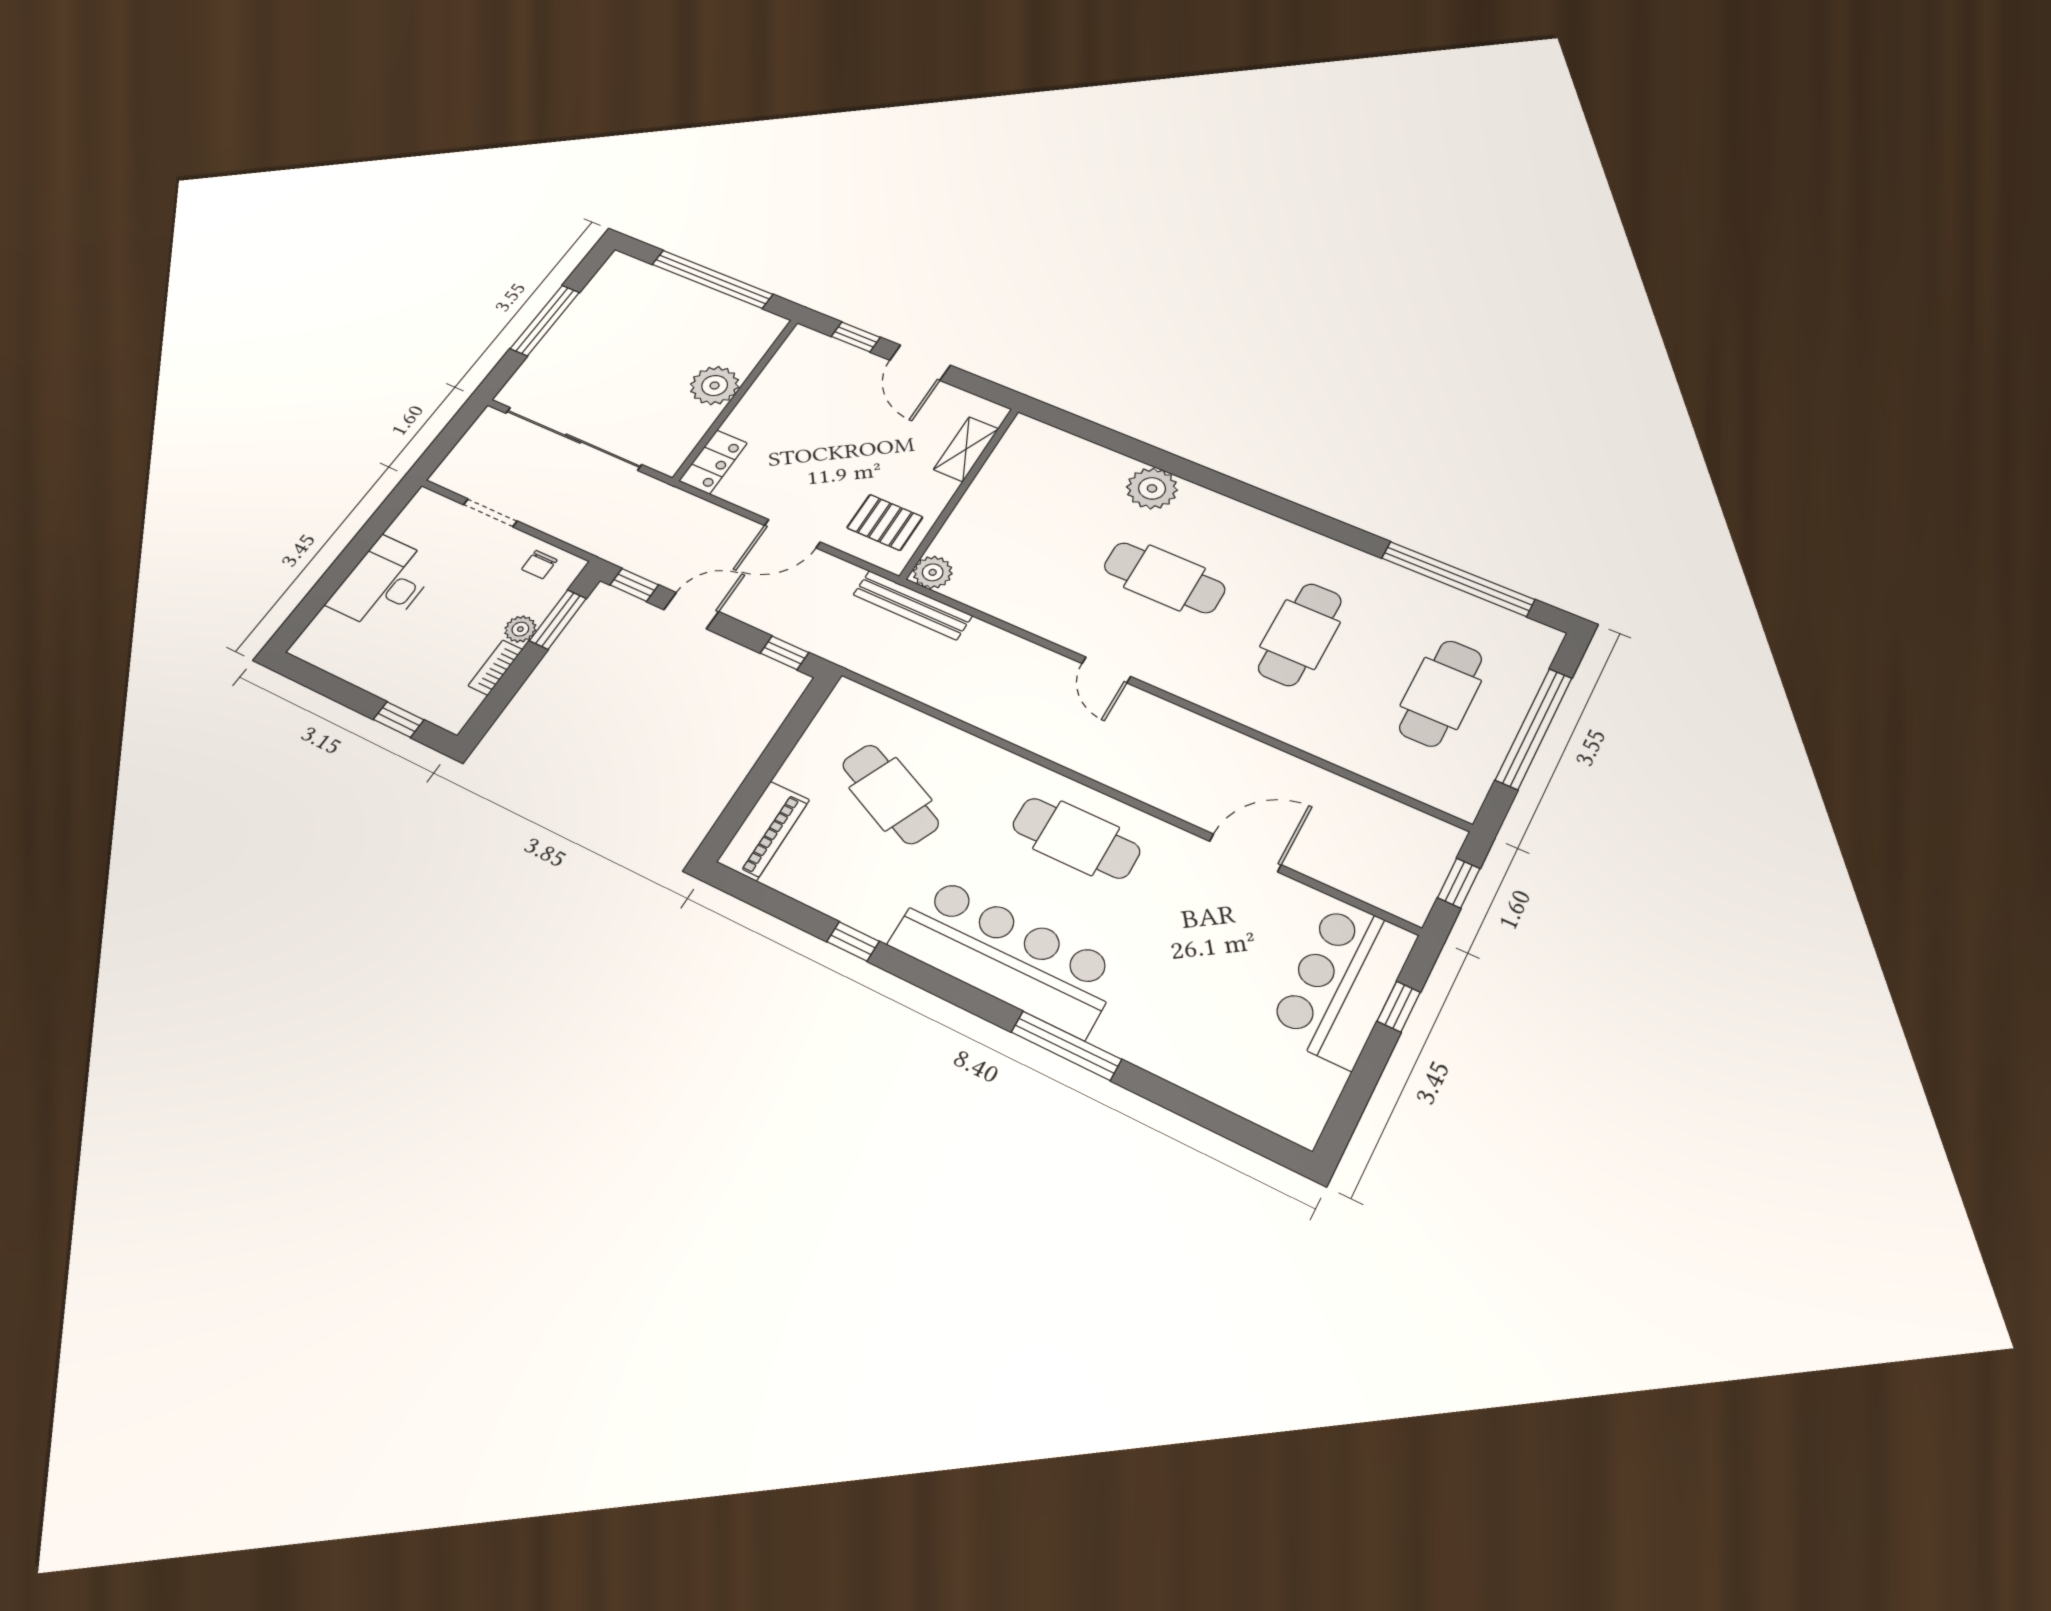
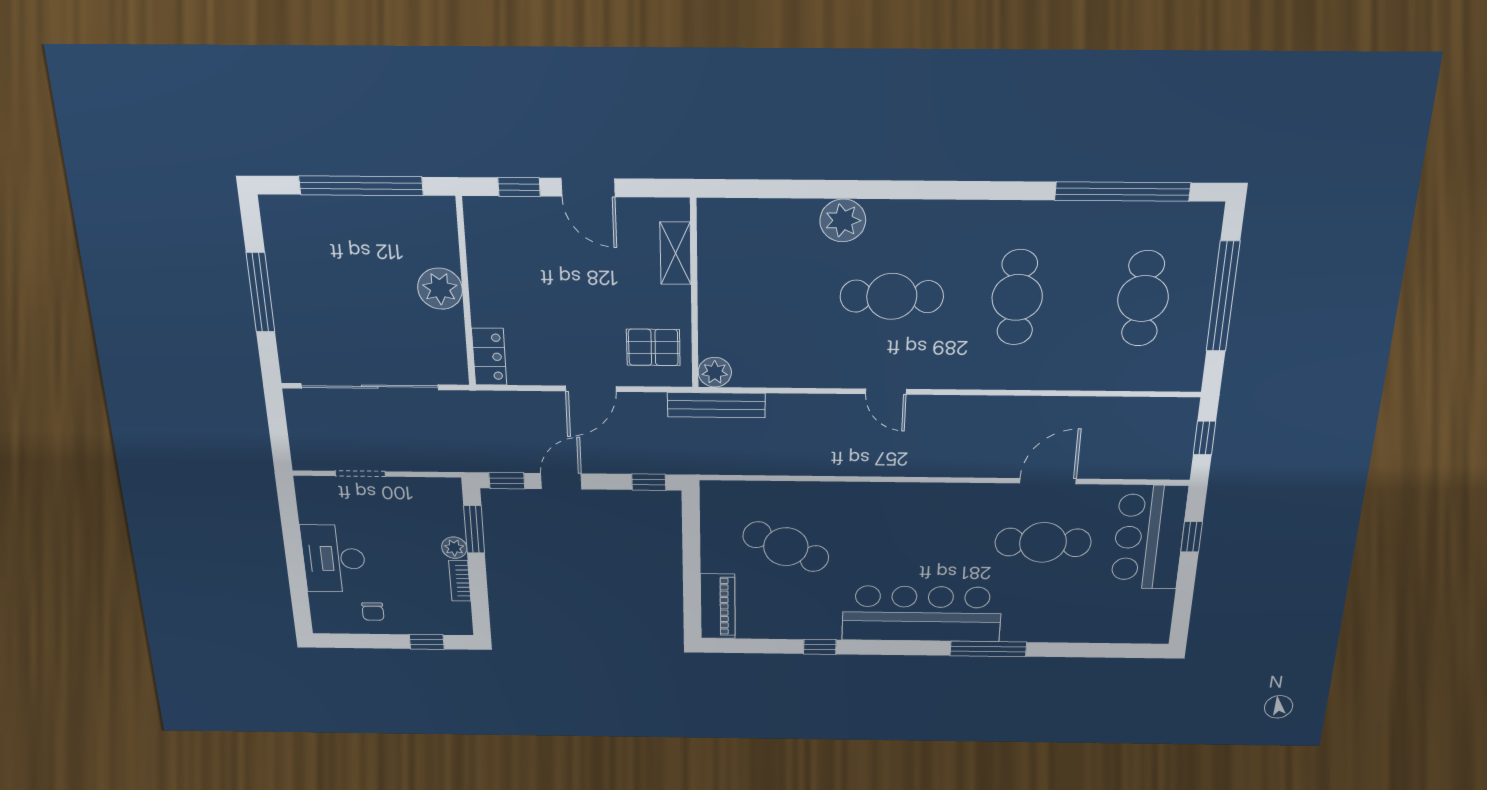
chair: (539, 565) -> (373, 612), moved
cafe table: (1076, 838) -> (1043, 542), moved

